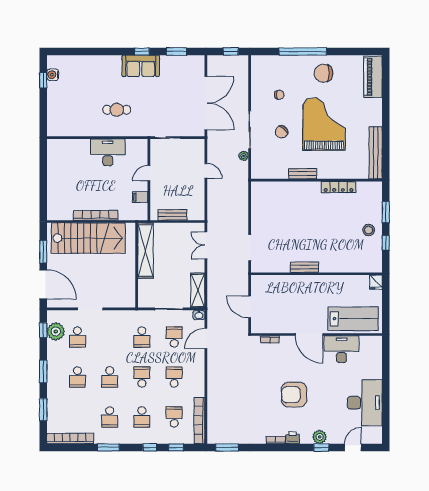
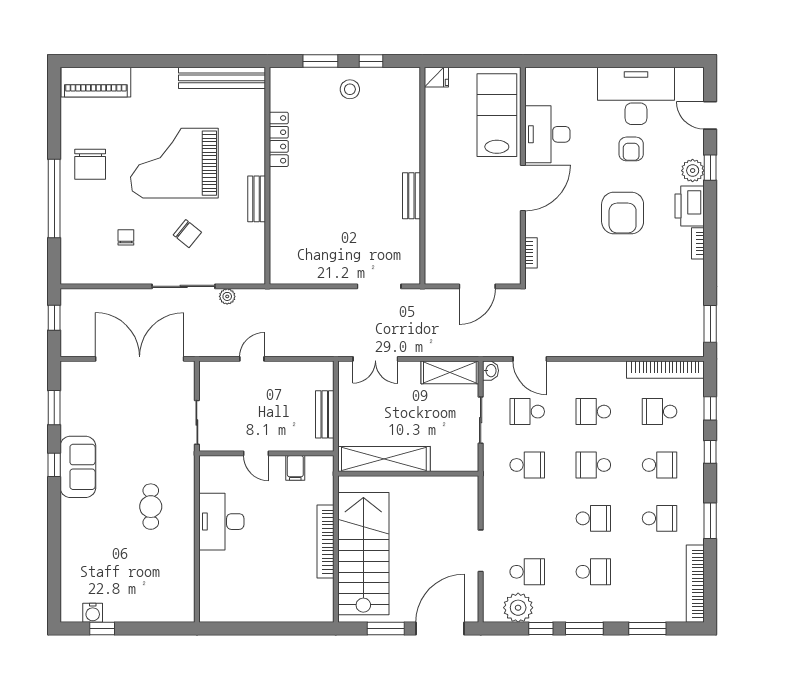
window: (43, 330) -> (541, 629), moved
armchair: (333, 400) -> (631, 149), added
printer: (293, 438) -> (690, 206), width x1.87, depth x1.48

